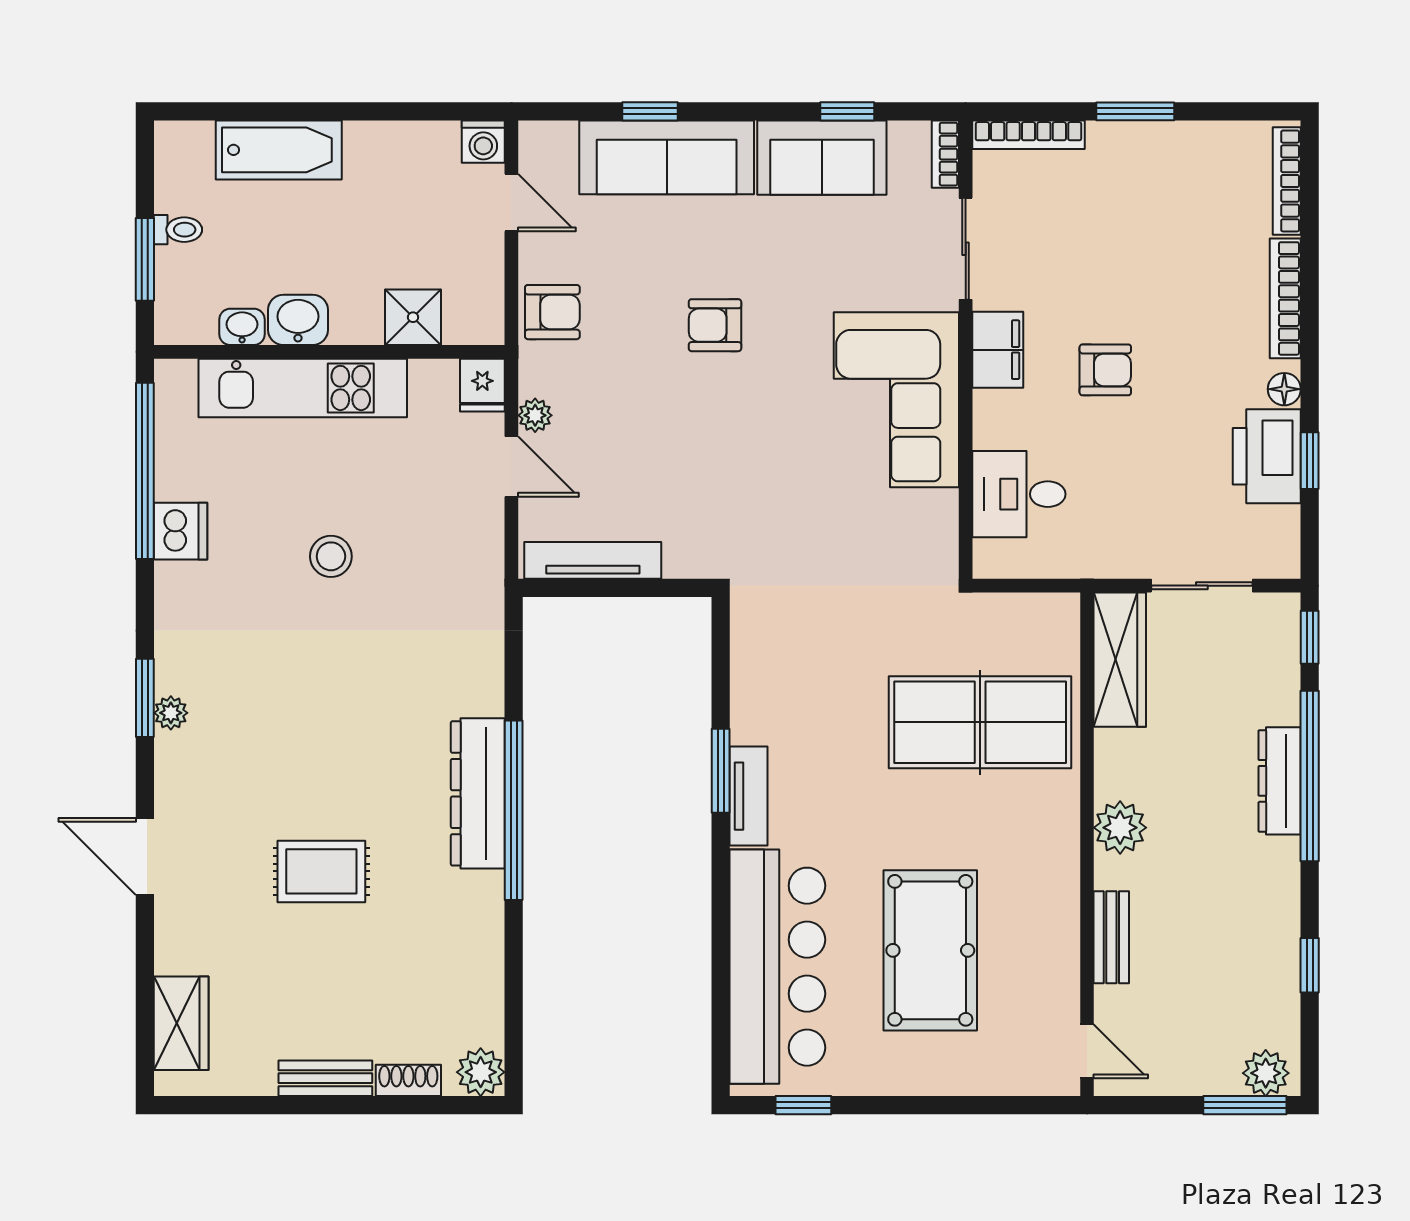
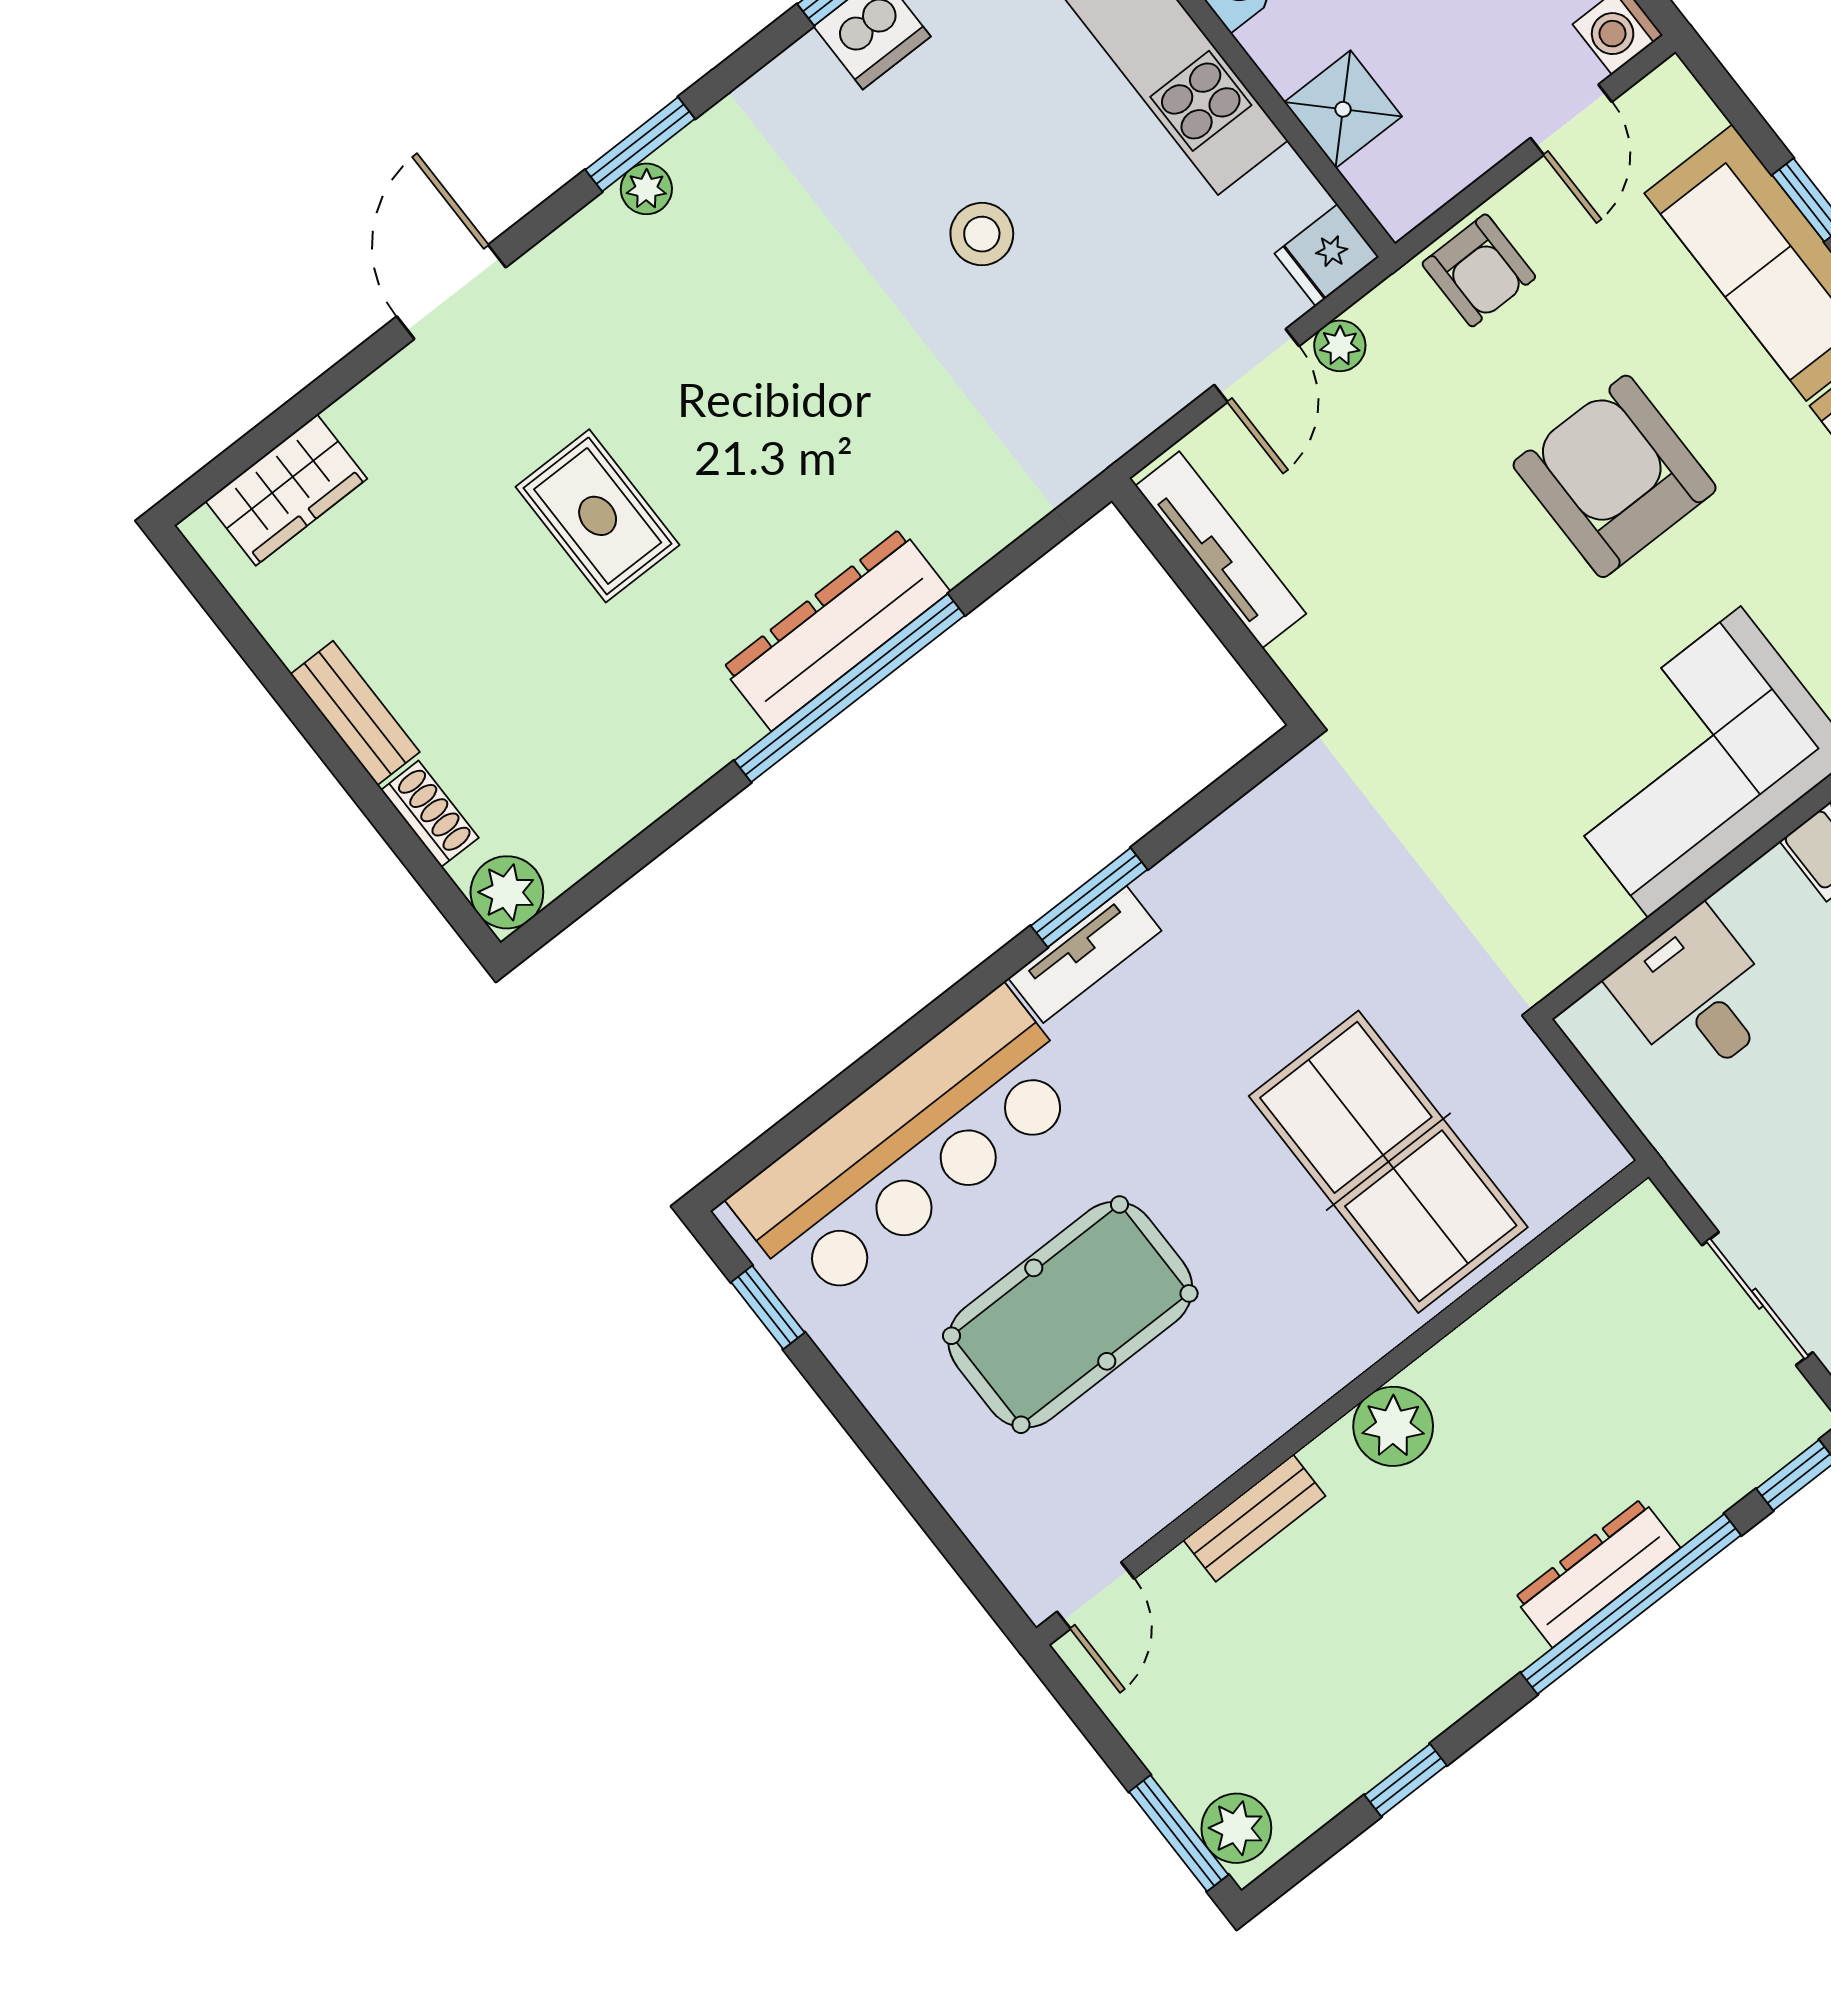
armchair: (715, 325) -> (1615, 476), width x1.88, depth x1.88
wardrobe: (1120, 660) -> (1593, 1270), removed

